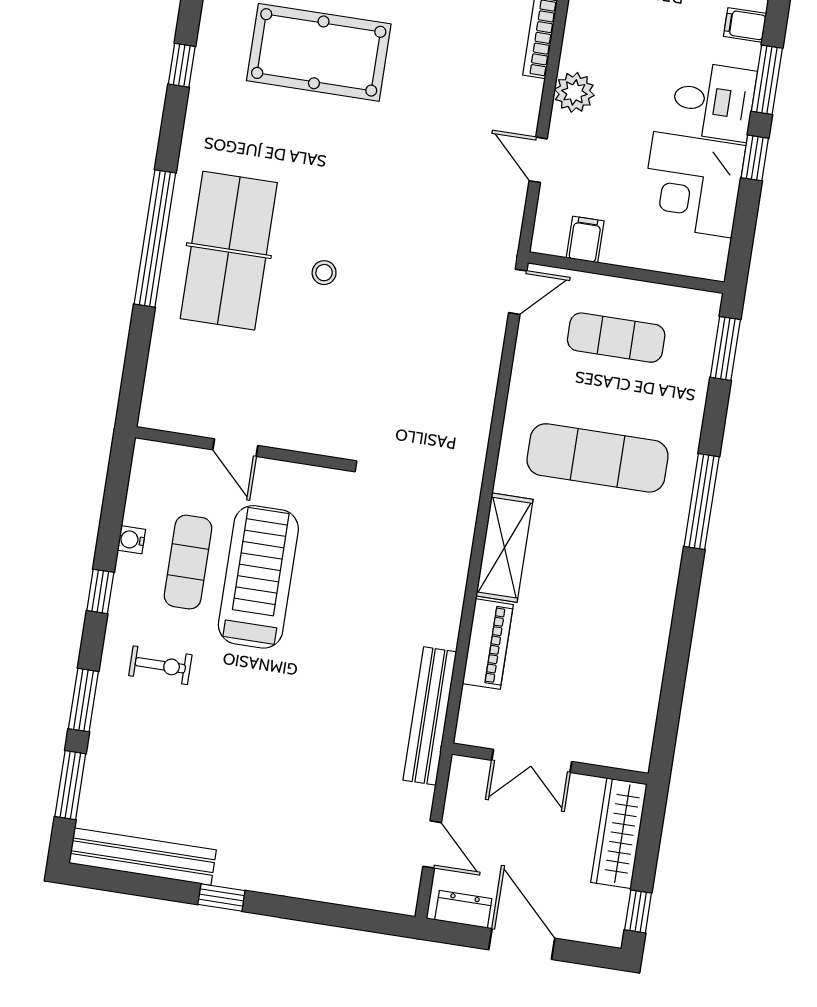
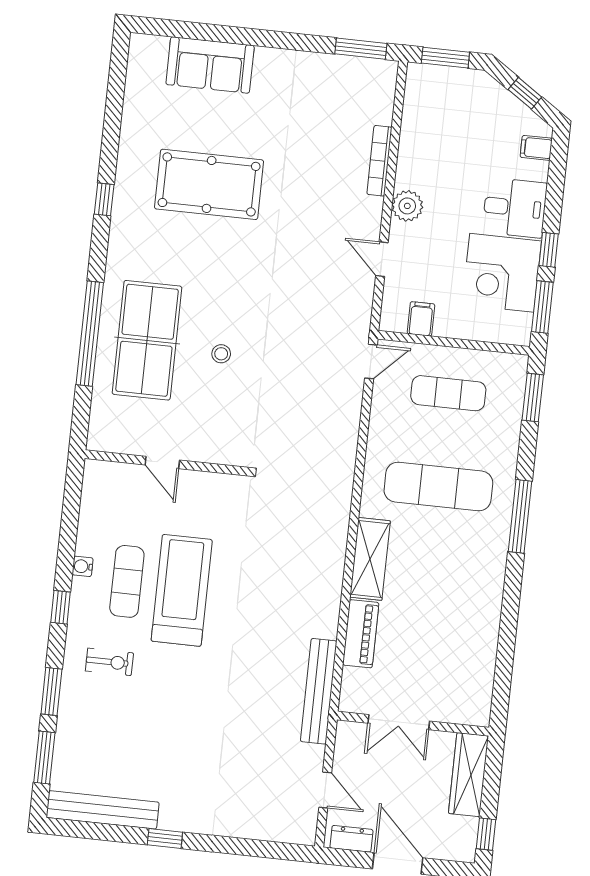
window: (767, 80) -> (542, 307), moved
door: (235, 448) -> (162, 462), moved
wall: (240, 448) -> (166, 463), moved

